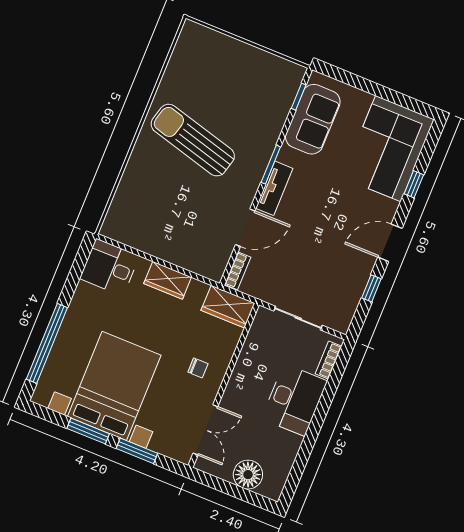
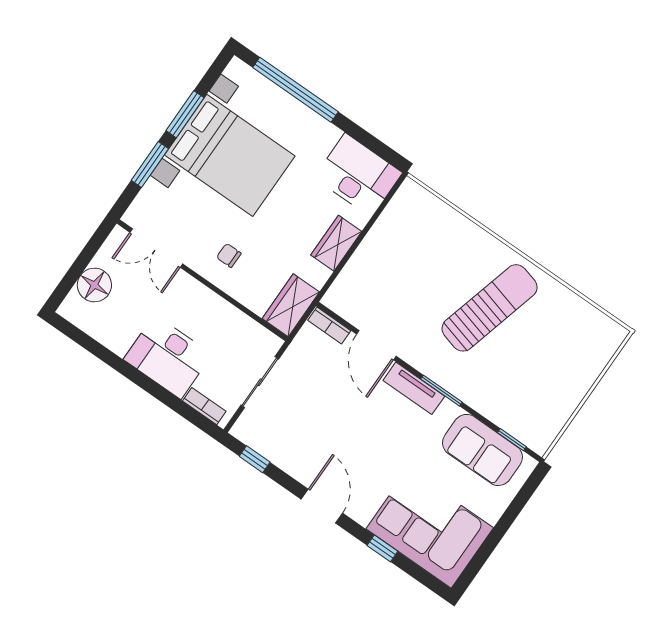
desk: (110, 267) -> (358, 175), width x1.37
window: (371, 288) -> (255, 459), moved
chair: (198, 368) -> (229, 255), turned 90

